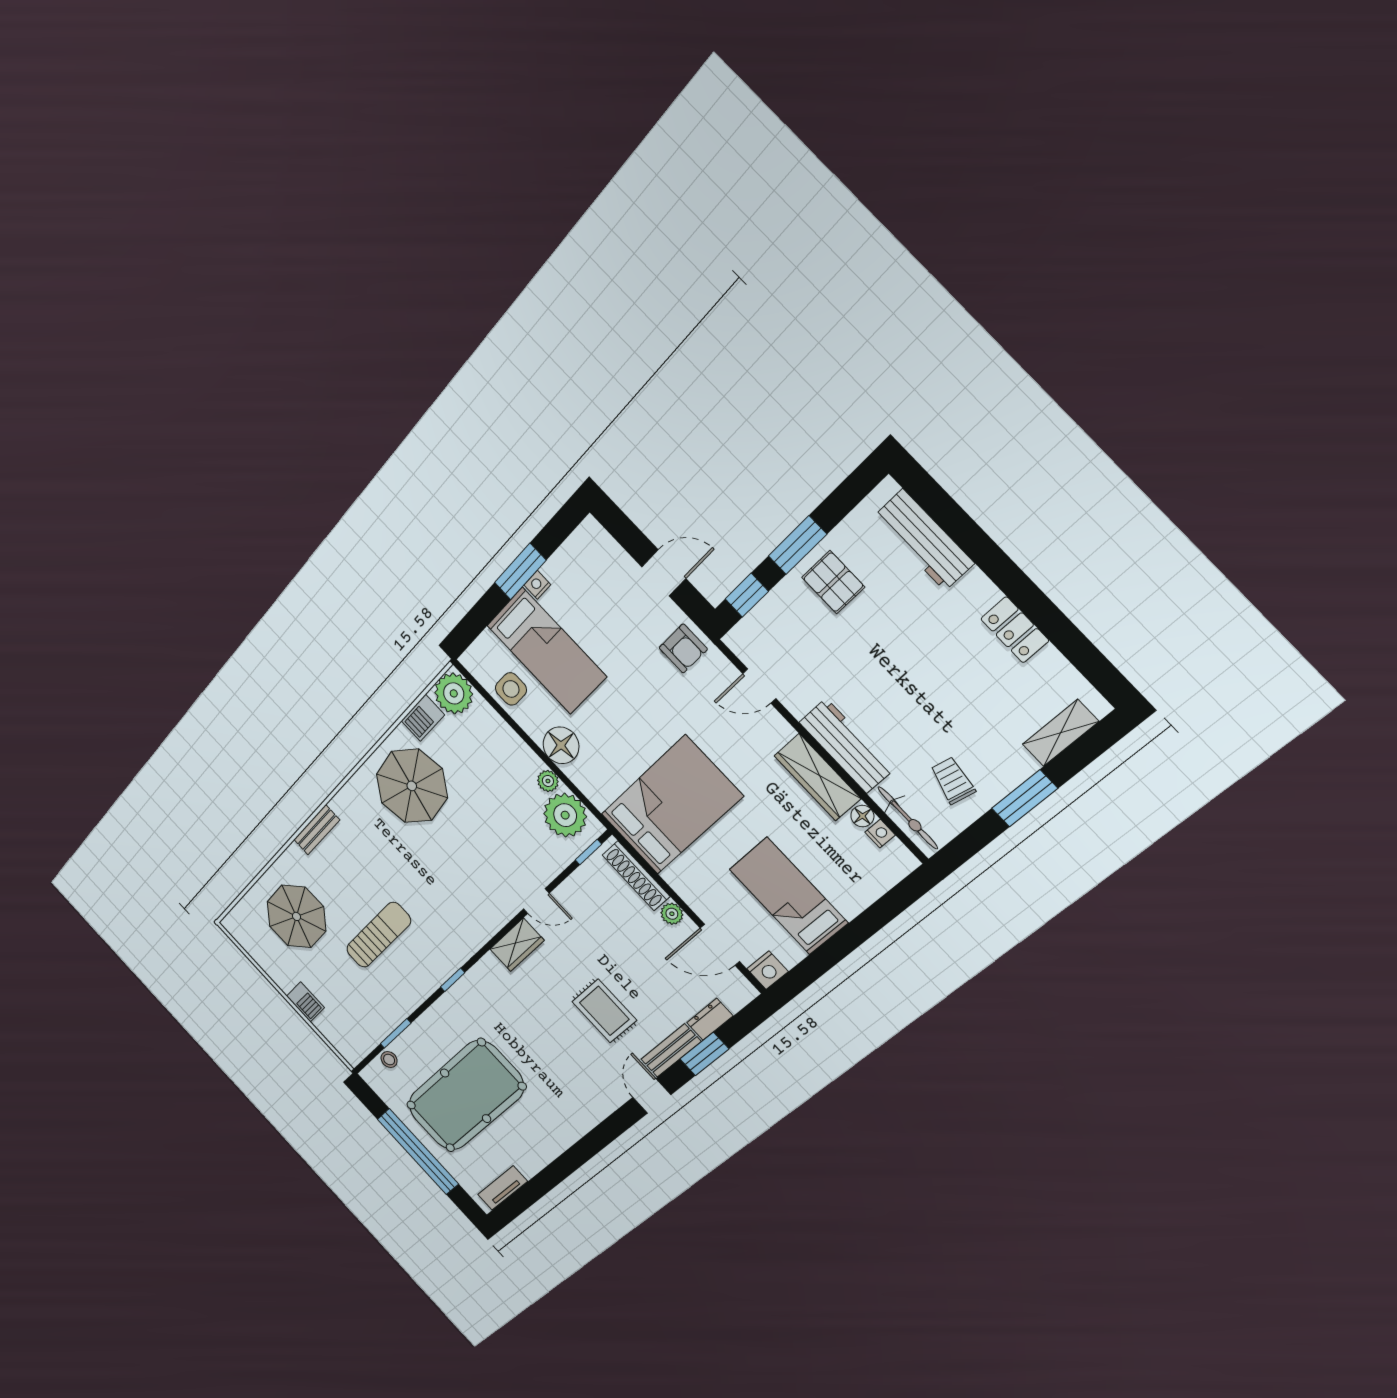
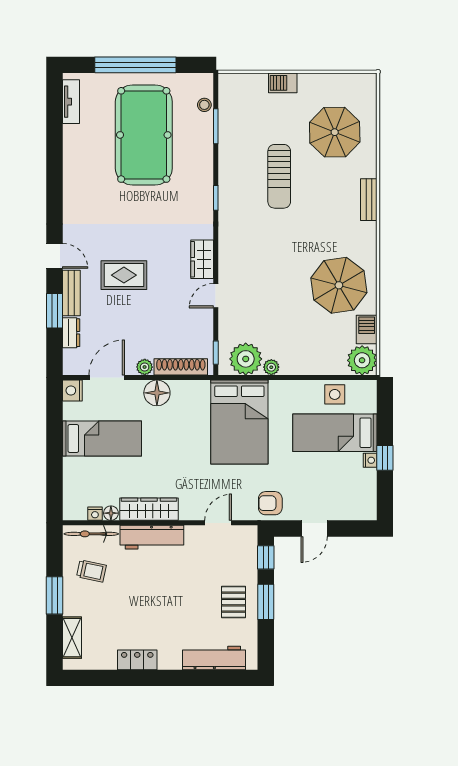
window: (520, 571) -> (385, 458), width x0.67
pallet: (833, 582) -> (234, 602), turned 90
floor lamp: (561, 745) -> (157, 393), moved
bed: (671, 805) -> (239, 422), moved

